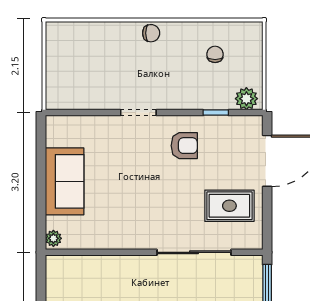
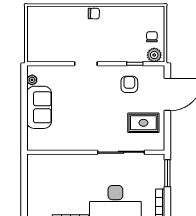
chair: (215, 54) -> (152, 37), moved
armchair: (184, 146) -> (129, 84), moved, turned -90
plant: (53, 238) -> (32, 80), moved

